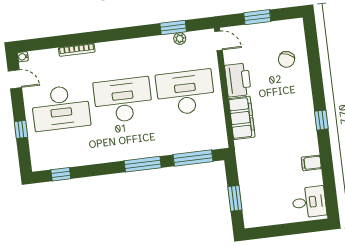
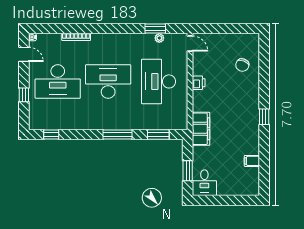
window: (257, 17) -> (223, 29), removed
printer: (238, 80) -> (199, 83), width x0.53, depth x0.68
desk: (185, 92) -> (159, 81), turned -90
filing cabinet: (242, 118) -> (201, 129), moved
window: (193, 158) -> (158, 134), width x0.69
filing cabinet: (311, 163) -> (252, 161), moved
desk: (309, 202) -> (204, 183), moved, turned 90

